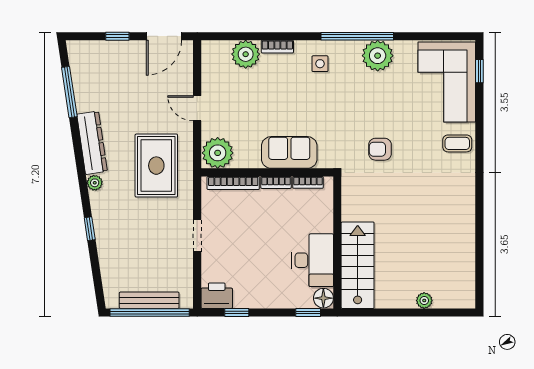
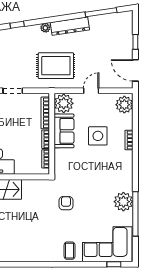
window: (357, 36) -> (135, 214), moved
plant: (246, 54) -> (124, 105), moved
side table: (320, 64) -> (98, 136), moved, width x1.87, depth x1.87
sofa: (289, 152) -> (64, 131), moved

